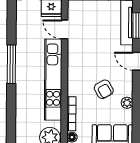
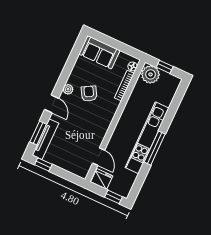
kitchen unit: (53, 80) -> (147, 138), moved, turned 180
plant: (127, 103) -> (68, 89), moved

